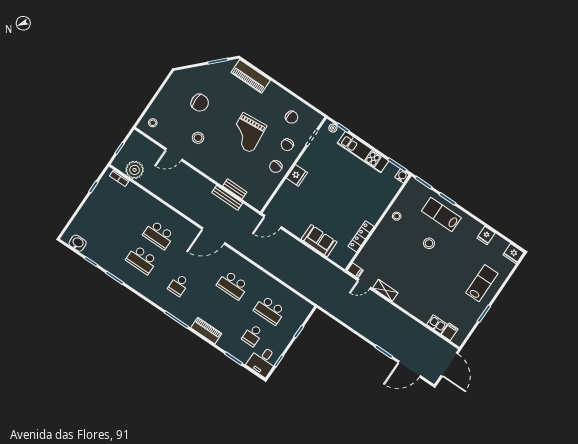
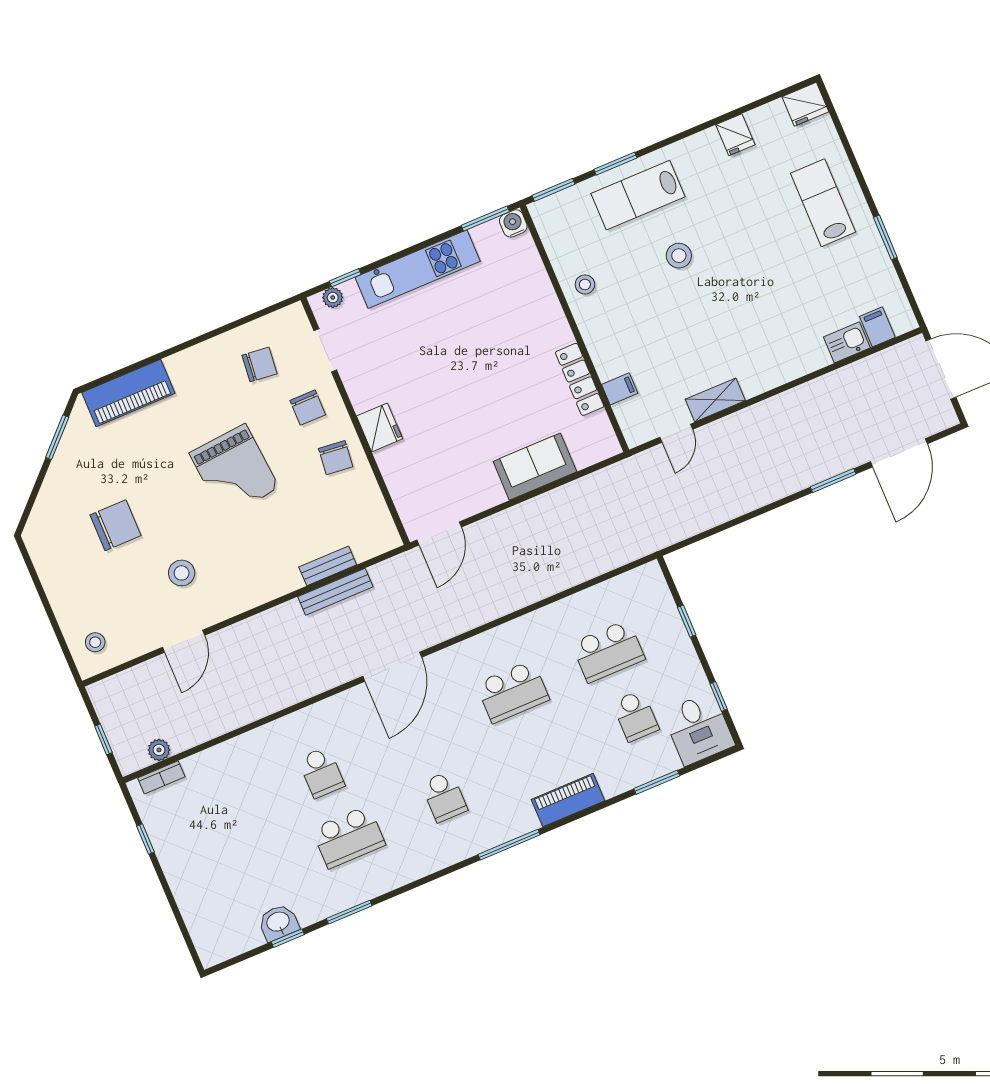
plant: (135, 170) -> (159, 750), width x0.53, depth x0.53
school desk: (159, 235) -> (321, 772), width x0.54
washbasin: (78, 243) -> (278, 922), moved
filing cabinet: (355, 270) -> (620, 389), moved

